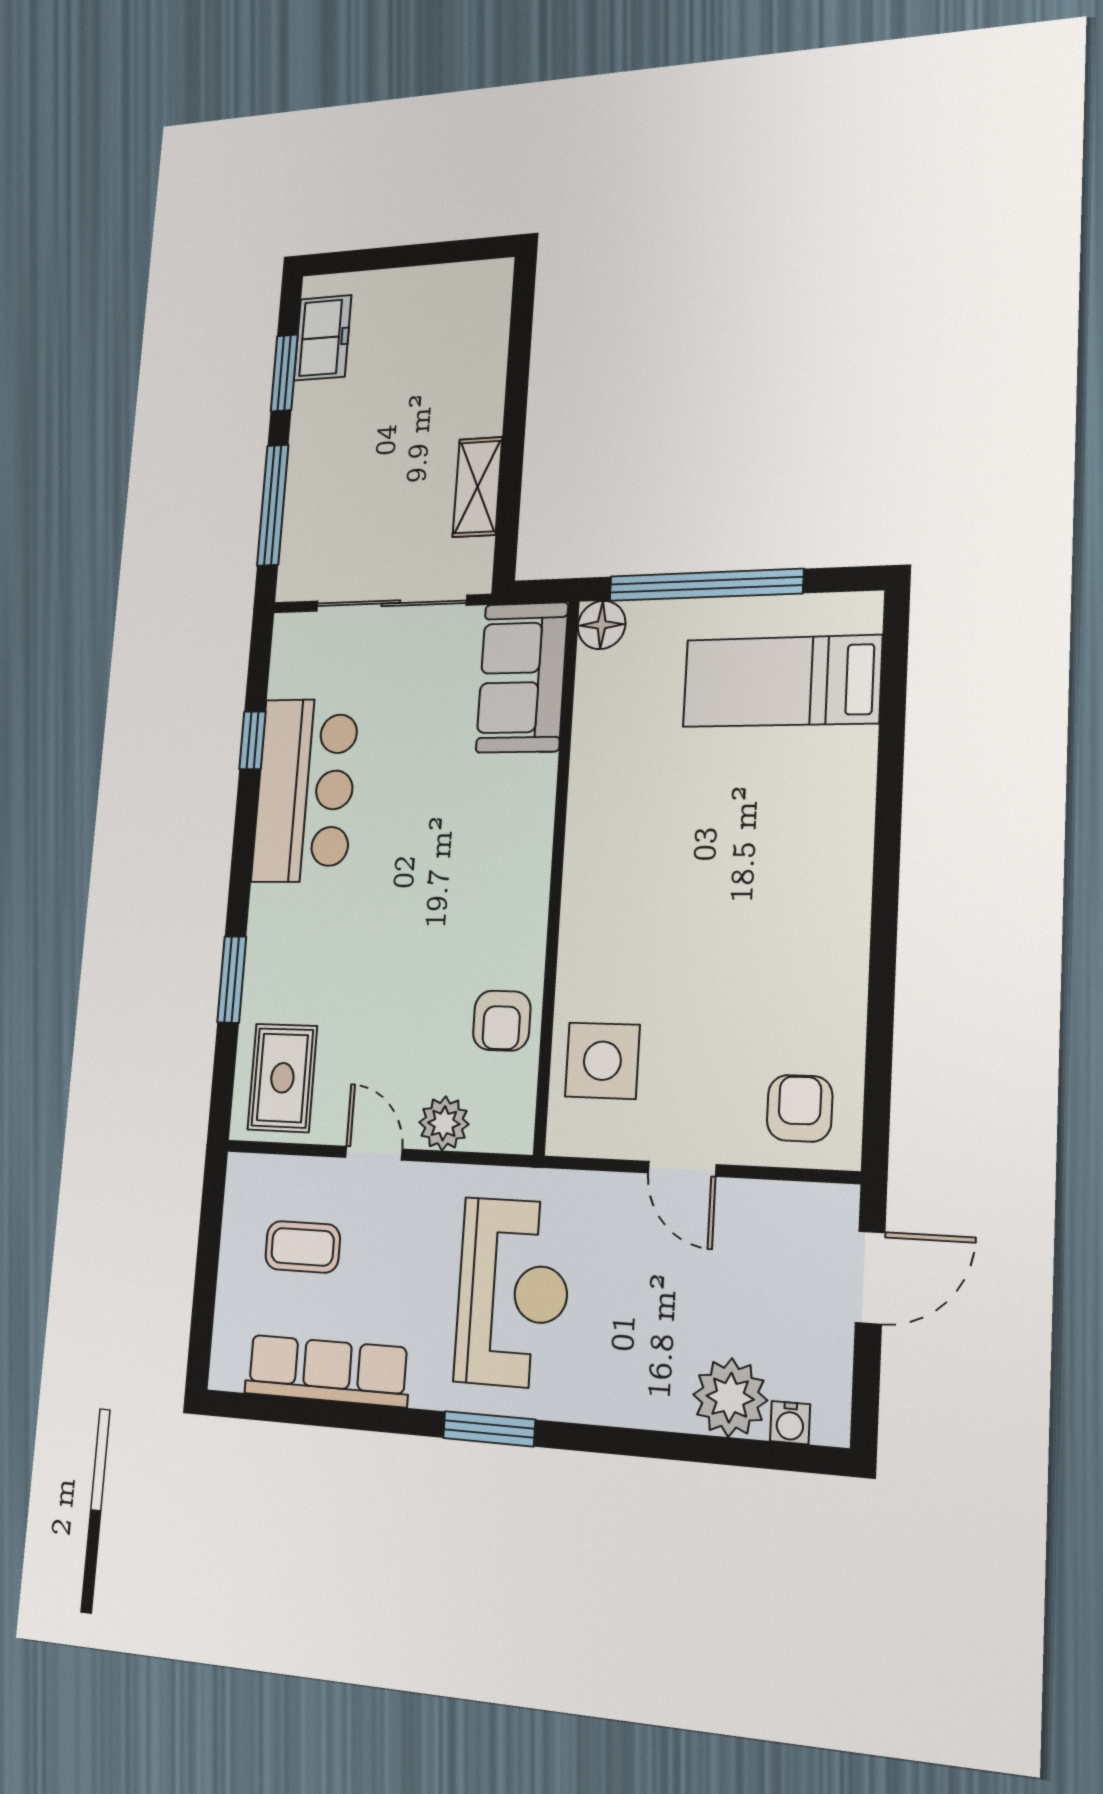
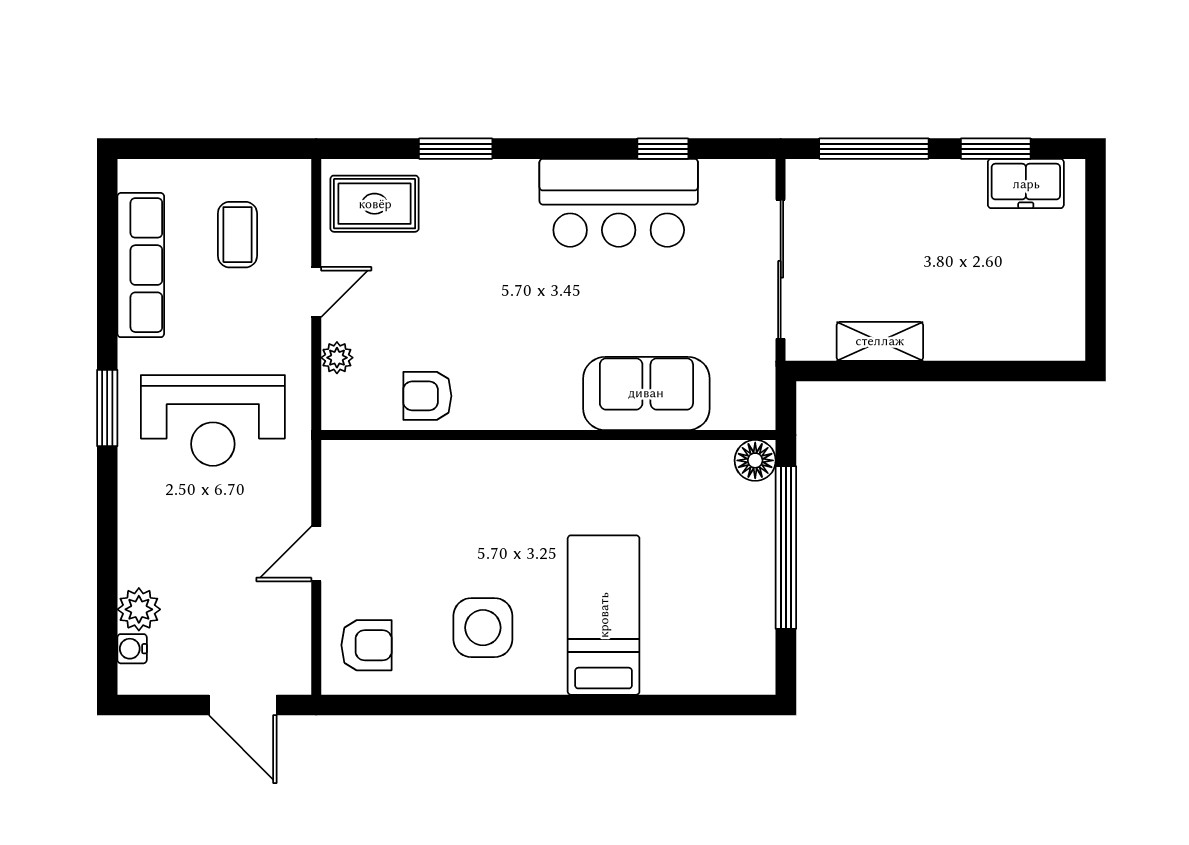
sofa: (522, 678) -> (646, 393), moved
bed: (782, 681) -> (604, 615), moved
side table: (602, 1061) -> (483, 628), moved
plant: (444, 1123) -> (337, 358), width x0.73, depth x0.73
plant: (730, 1398) -> (139, 609), width x0.73, depth x0.73

